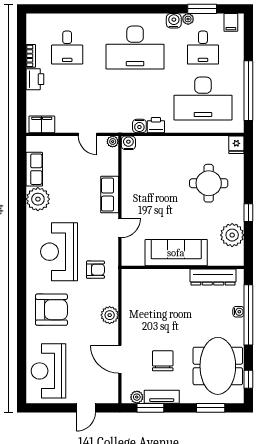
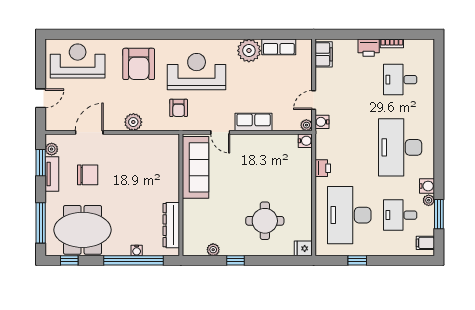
window: (248, 91) -> (357, 260), width x0.32
water cooler: (139, 126) -> (322, 122), moved
plant: (232, 235) -> (213, 250), width x0.53, depth x0.53
sofa: (176, 253) -> (196, 167), moved
door: (86, 408) -> (41, 98), swing flipped
window: (211, 408) -> (41, 223), width x1.44

